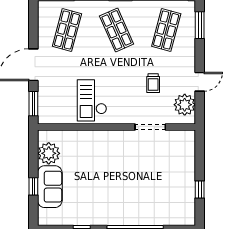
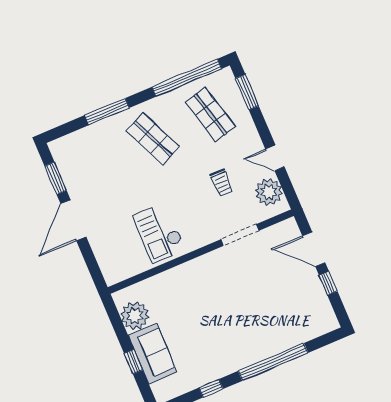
shop shelf: (67, 30) -> (95, 163), removed
shop shelf: (166, 30) -> (210, 114), turned -30
door: (200, 82) -> (275, 158), swing flipped
window: (33, 104) -> (56, 178), moved
door: (200, 160) -> (314, 249), added

